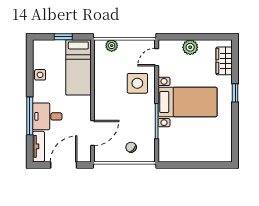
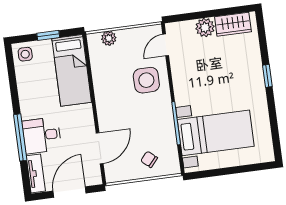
wardrobe: (224, 61) -> (233, 24), moved, turned -90
side table: (40, 75) -> (25, 54), moved
bed with nightstands: (187, 102) -> (216, 133), moved

